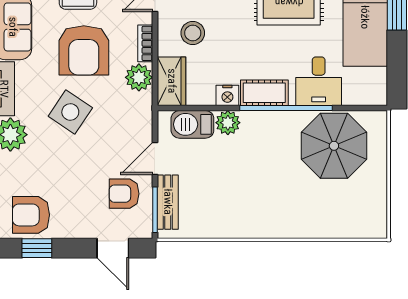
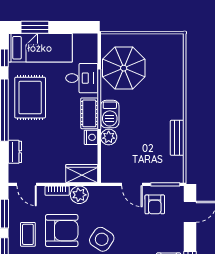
stool: (193, 33) -> (50, 160), removed
barbecue: (192, 124) -> (110, 114), moved
bench: (168, 202) -> (177, 138), moved, turned 90

